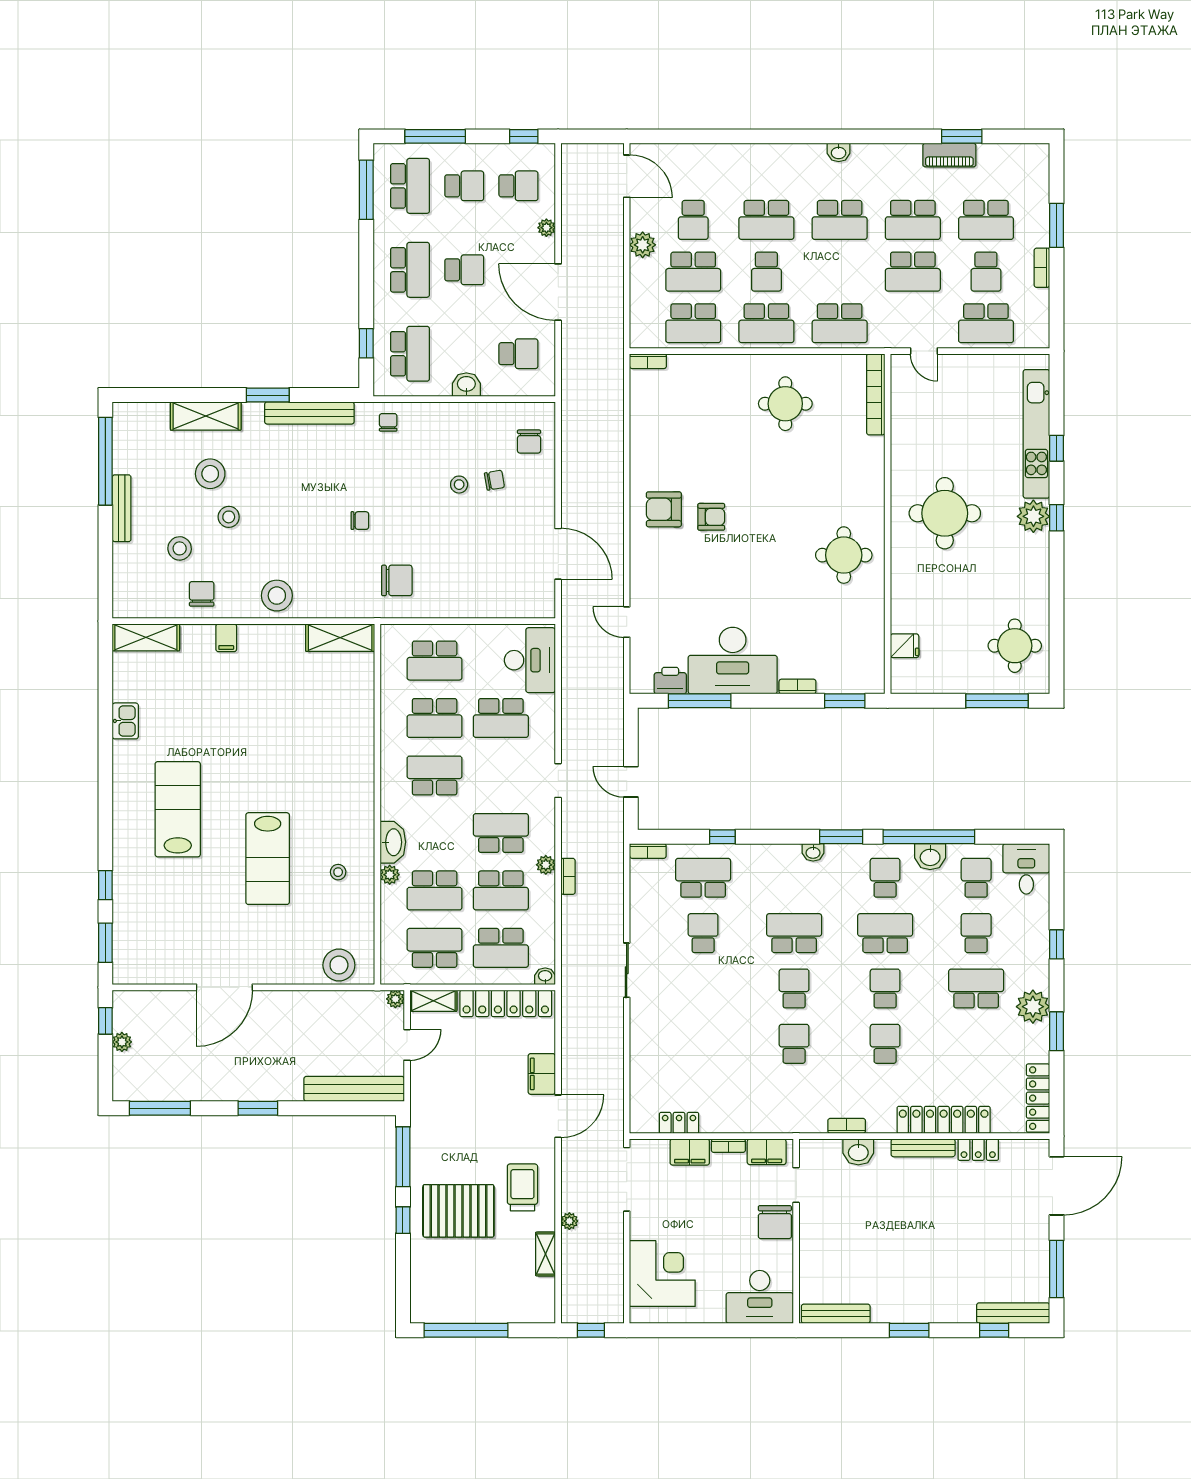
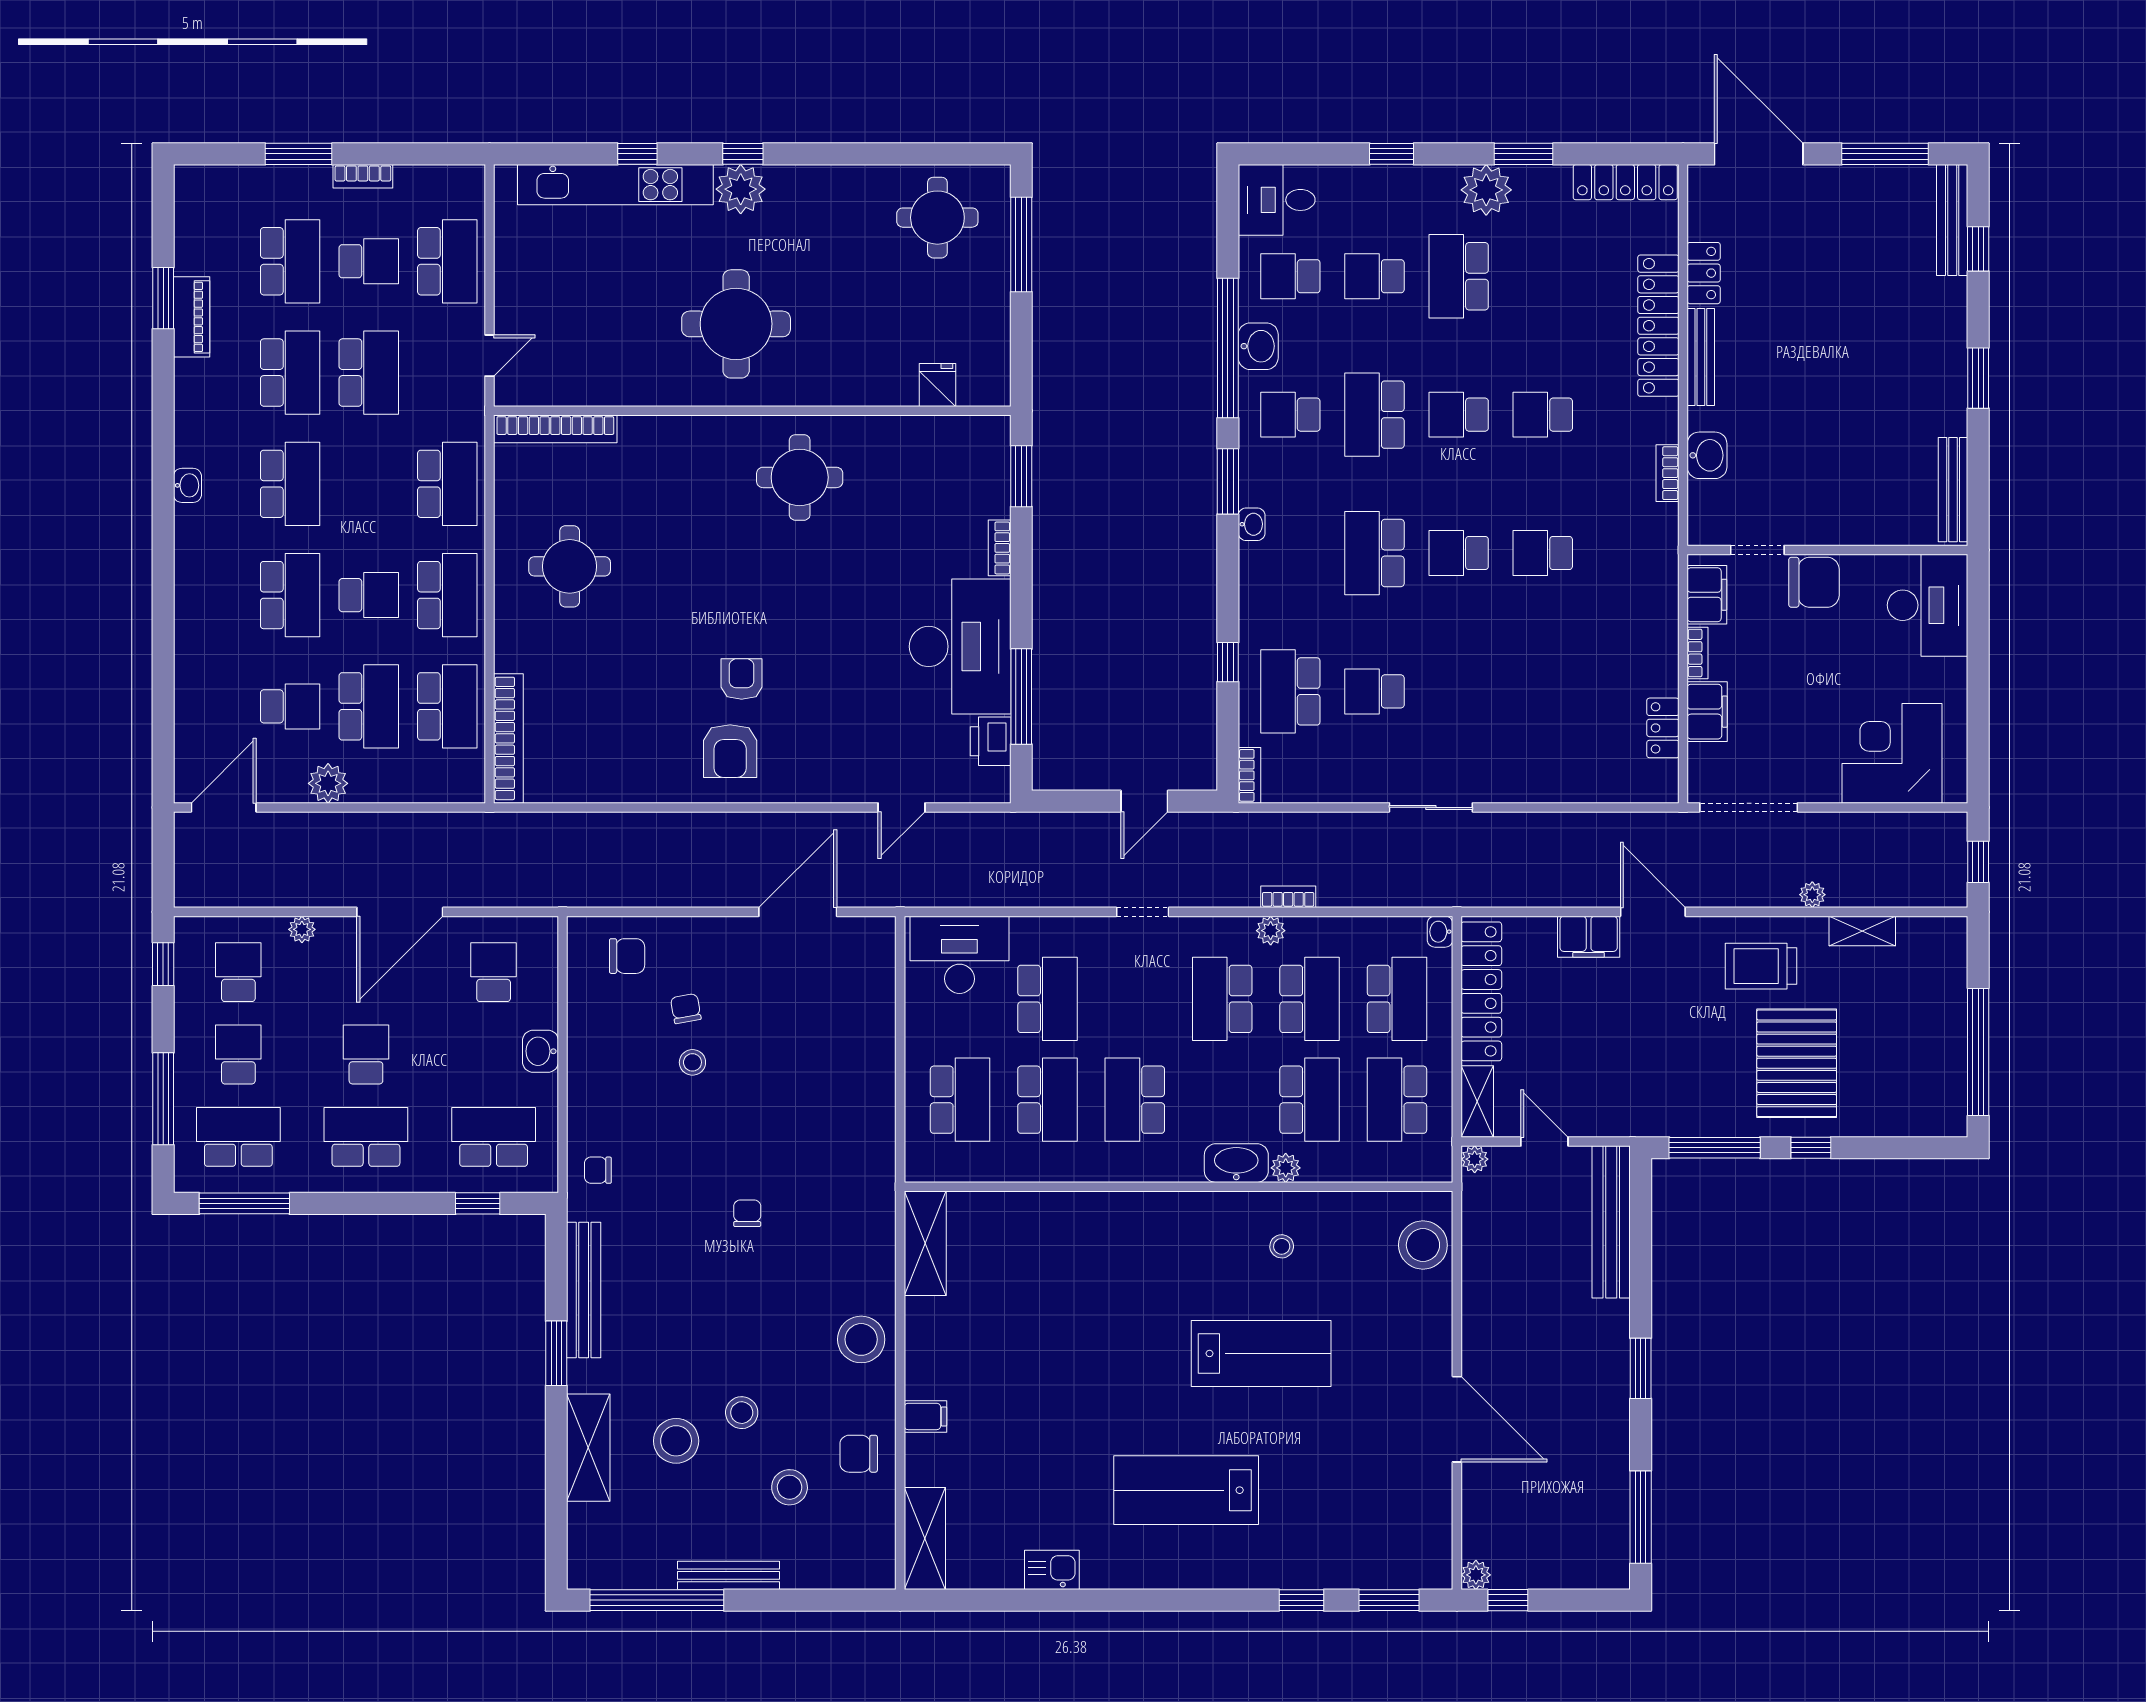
bookcase: (648, 361) -> (508, 738), width x2.31, depth x1.31
chair: (397, 580) -> (838, 1157), removed
plant: (122, 1042) -> (1476, 1575), moved

